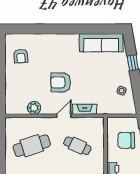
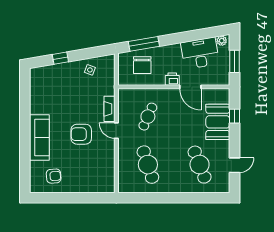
sofa: (101, 43) -> (39, 137), moved
armchair: (61, 82) -> (81, 134), turned 90
plant: (34, 108) -> (108, 162), removed

